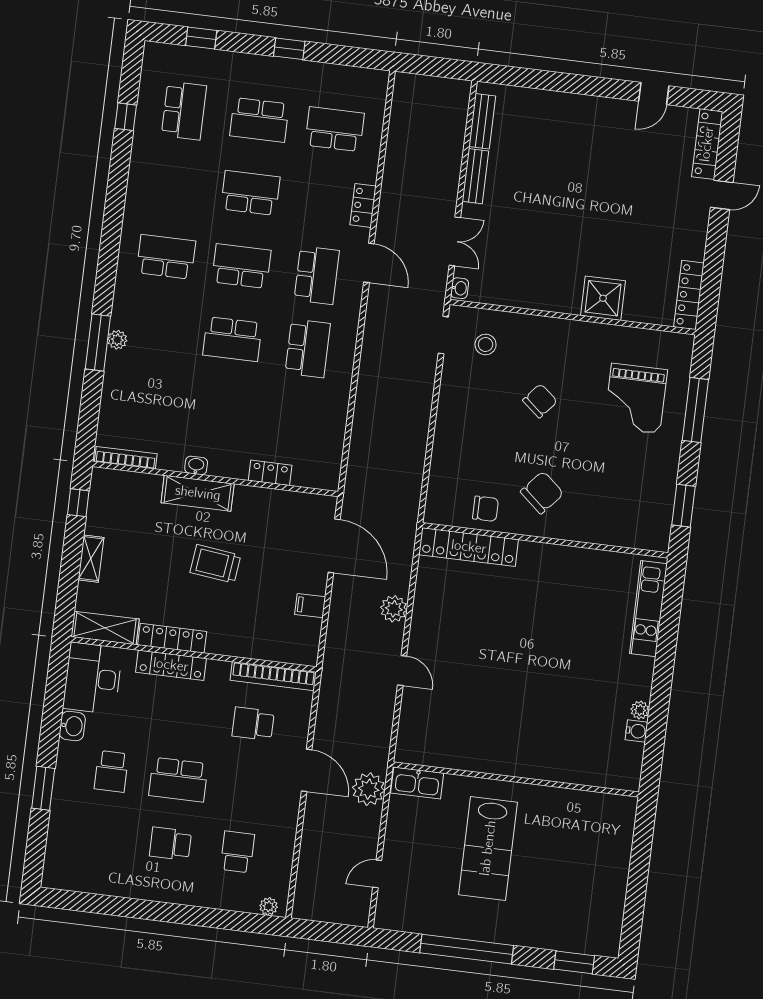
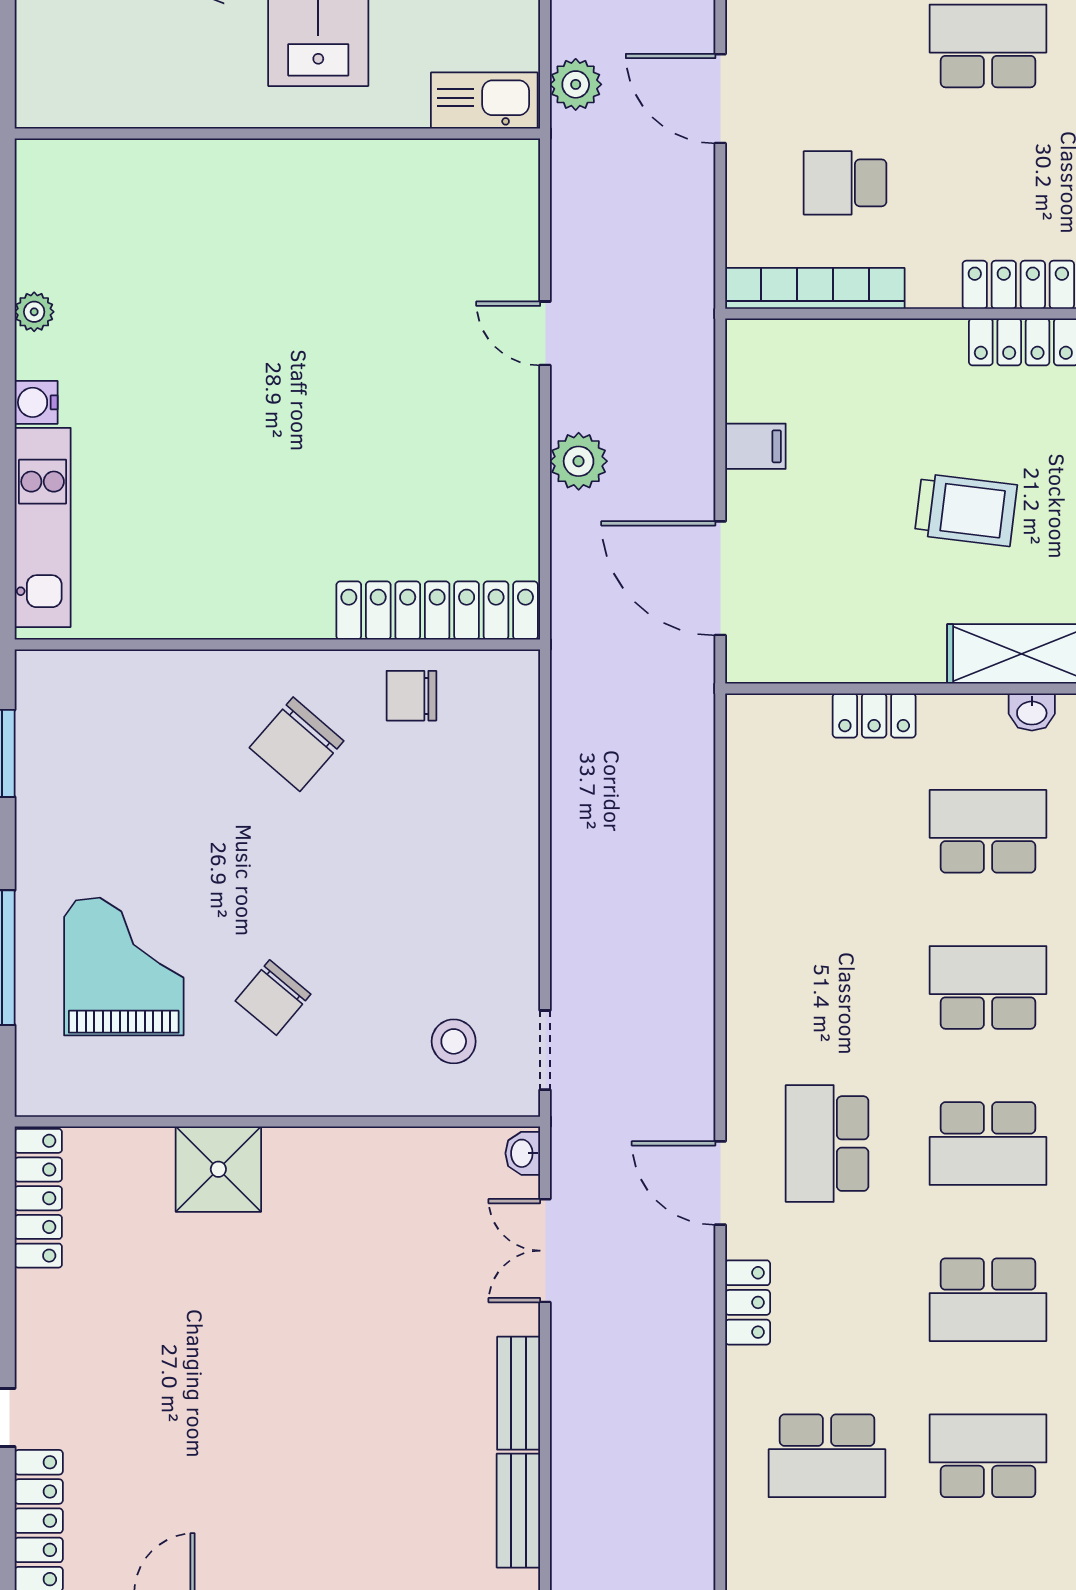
school desk: (308, 348) -> (988, 831), moved, turned 90
chair: (540, 401) -> (273, 998), moved
school desk: (253, 724) -> (845, 183), turned 180
water cooler: (636, 731) -> (36, 402), moved
plant: (369, 789) -> (576, 84), width x0.73, depth x0.73

